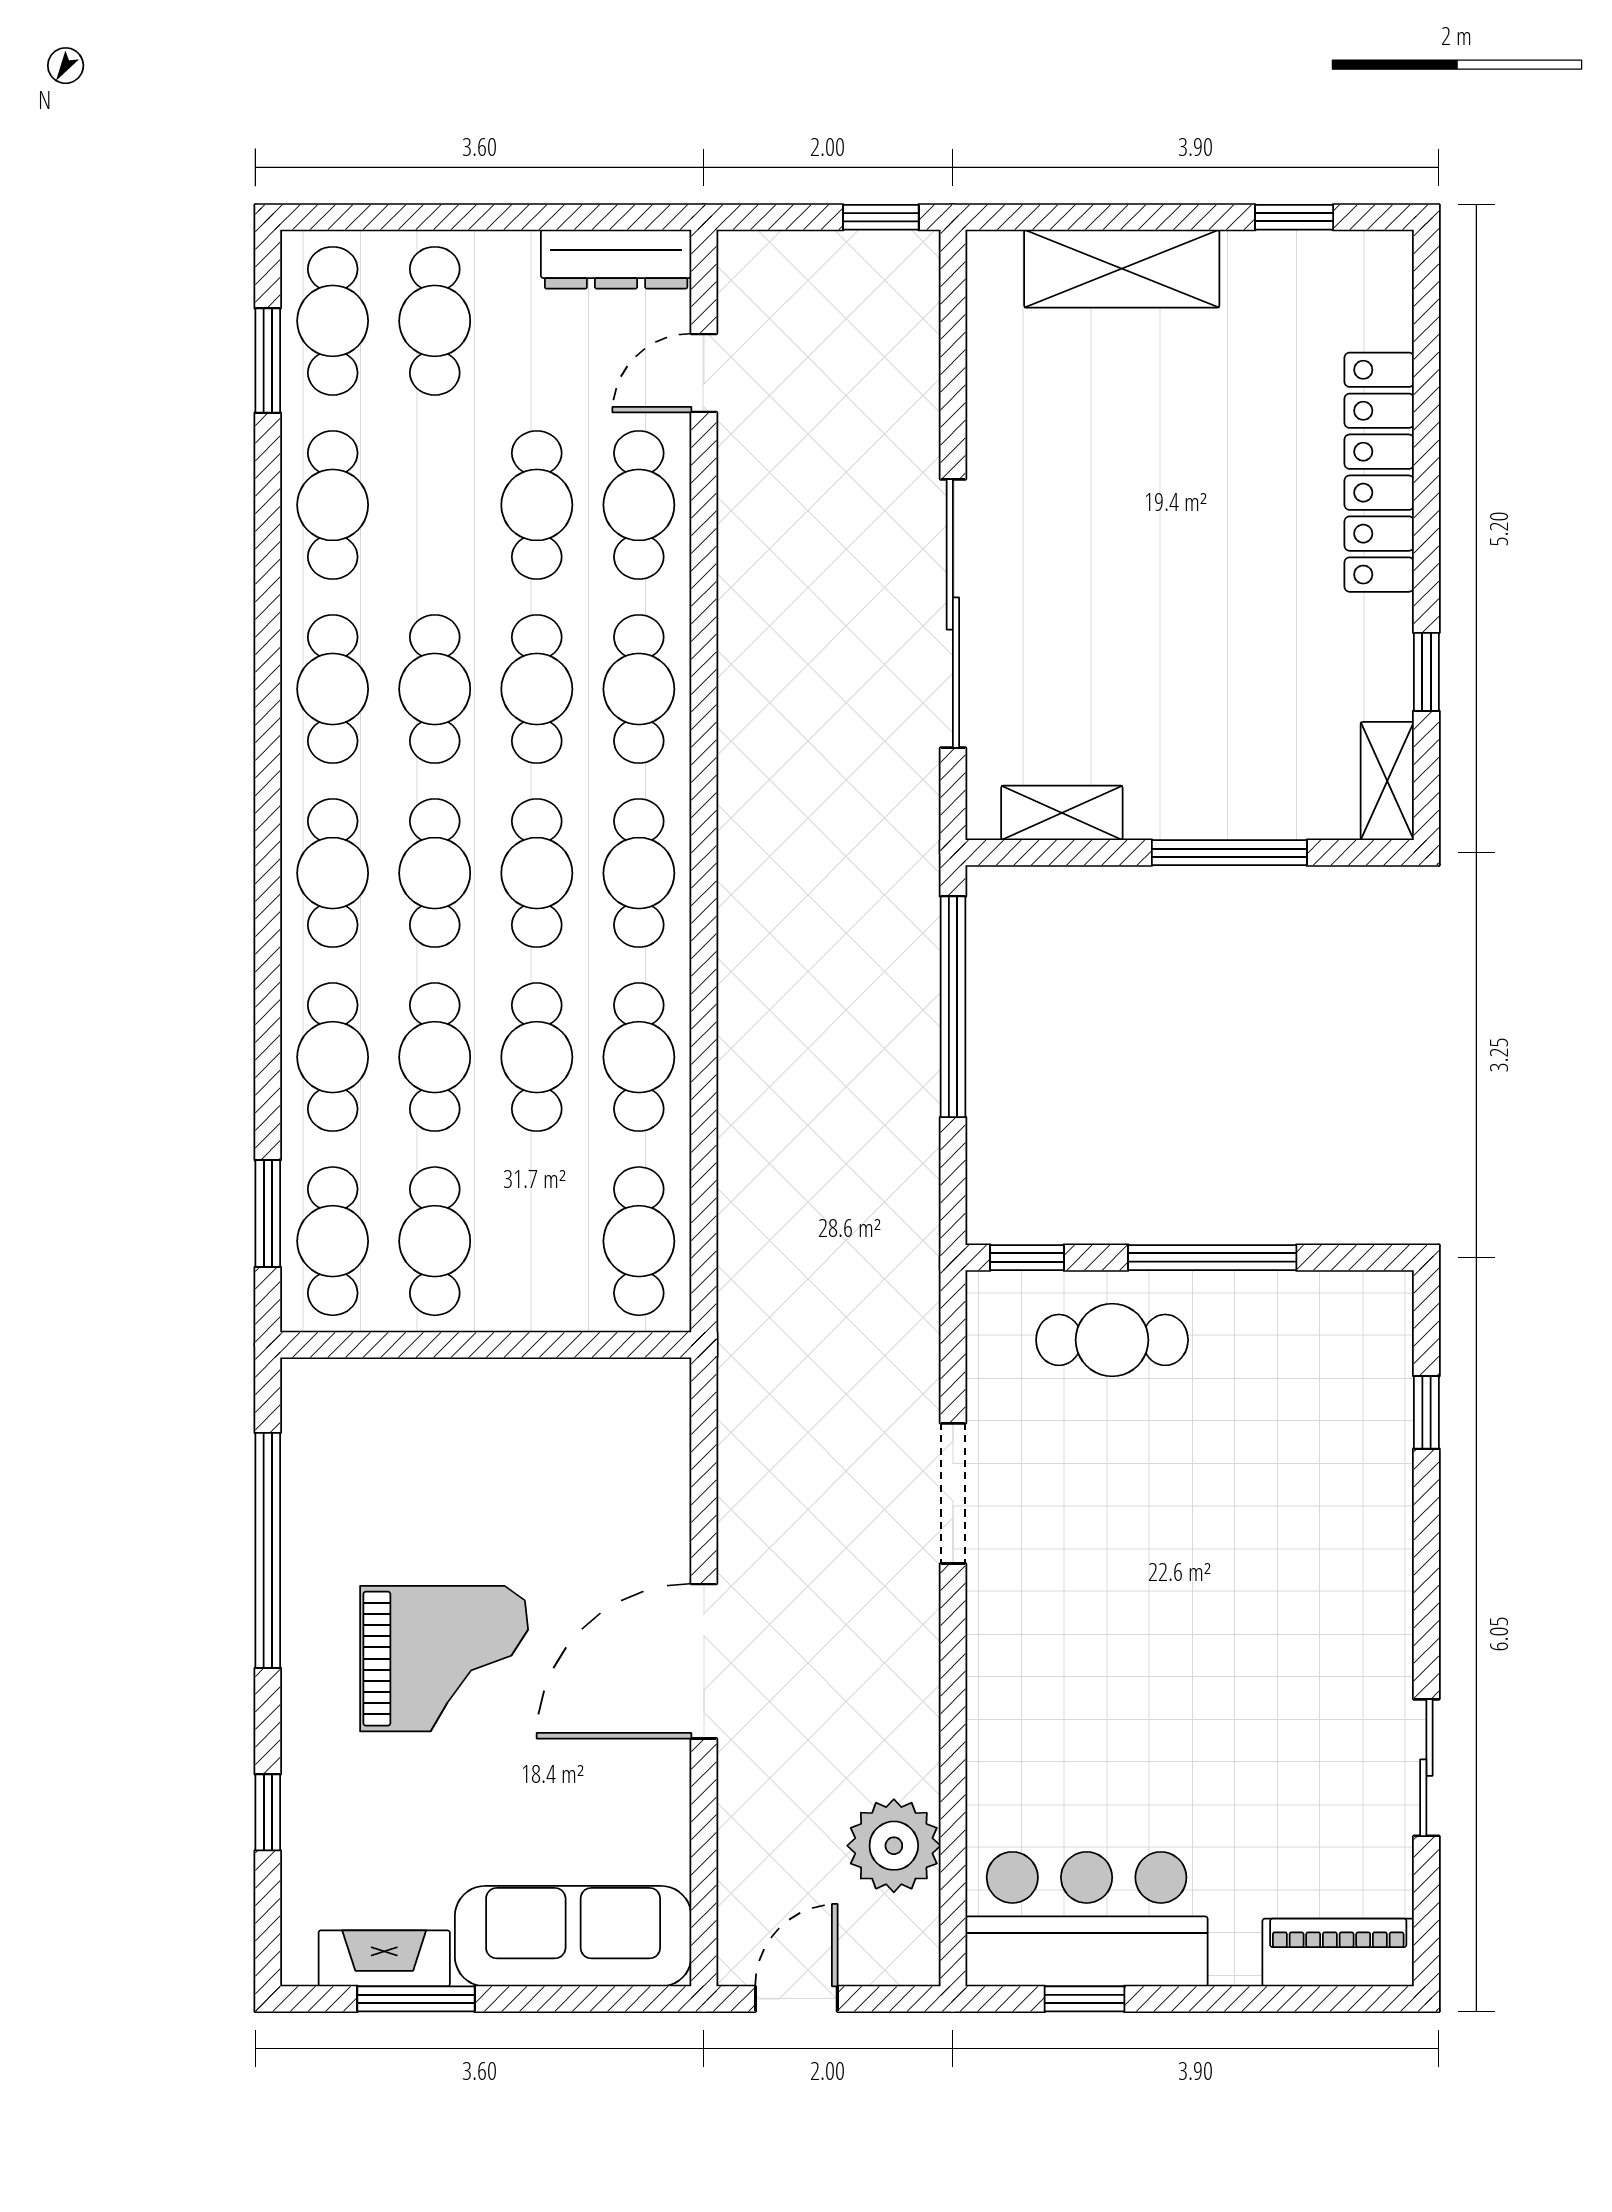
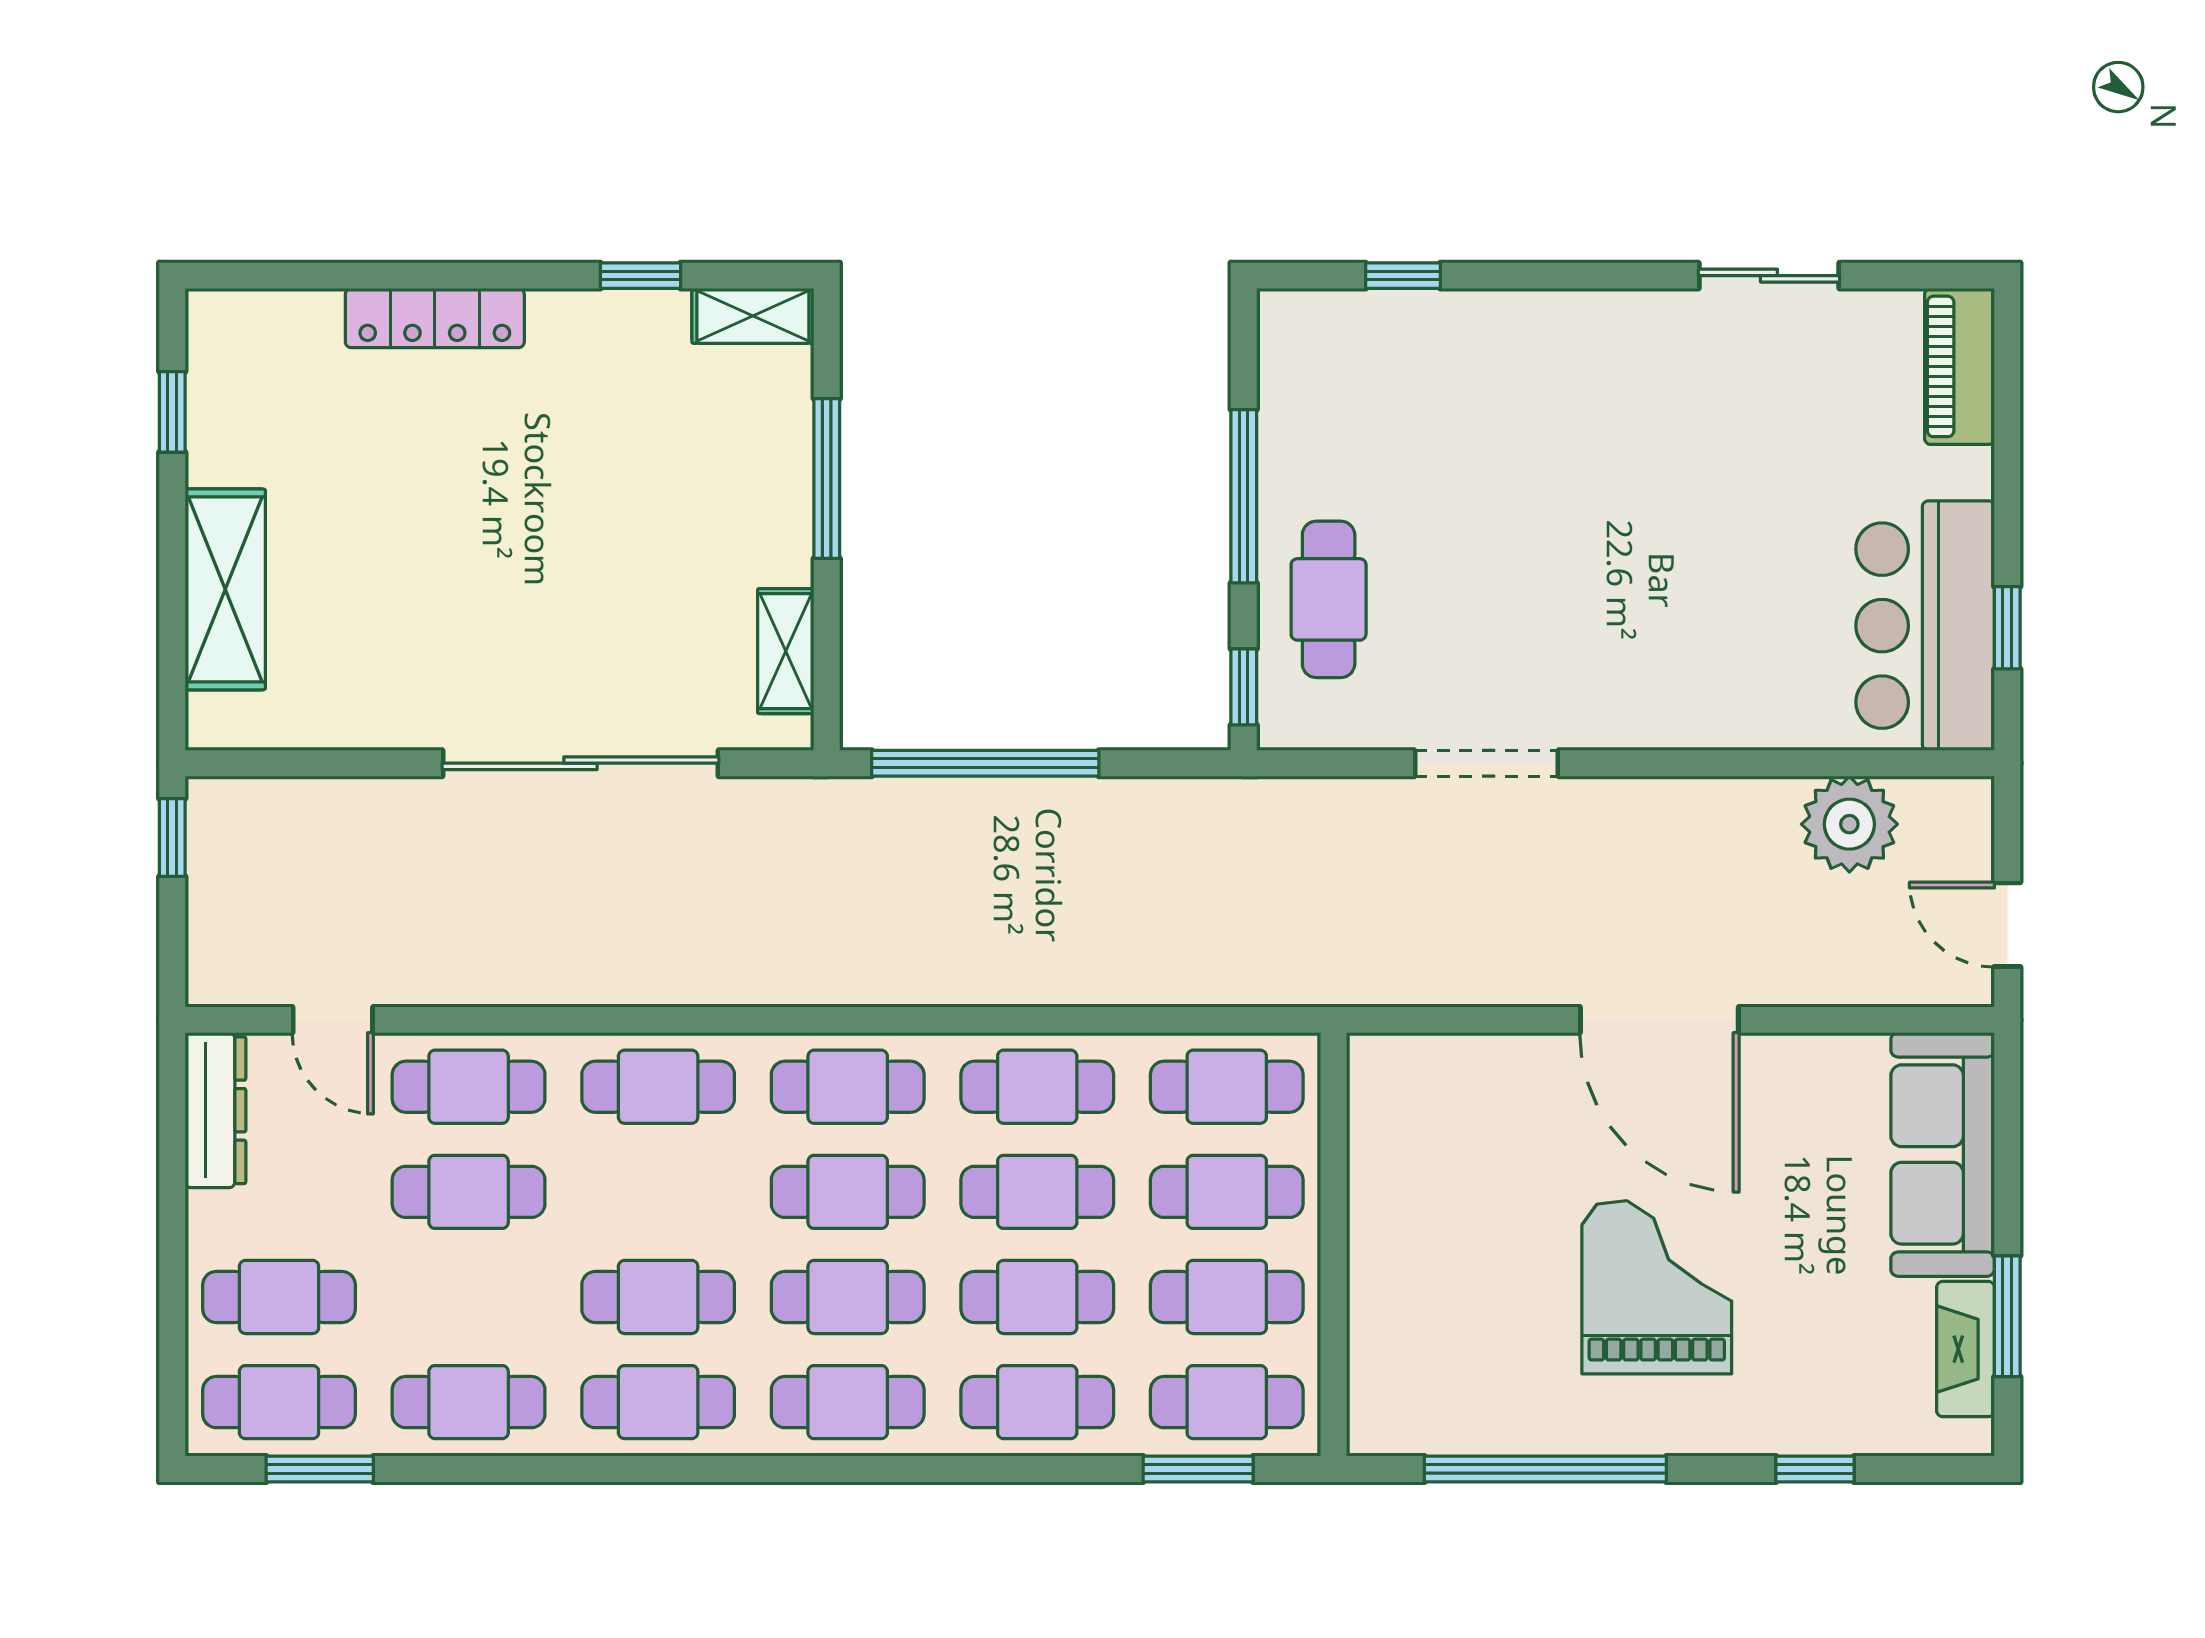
locker: (1379, 472) -> (435, 318), width x0.71, depth x0.83
cafe table: (537, 689) -> (1227, 1192), moved

